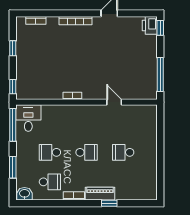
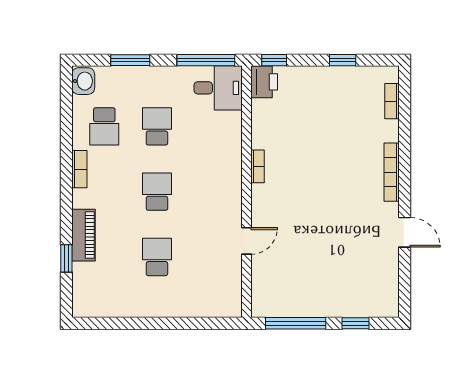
printer: (150, 25) -> (264, 82), moved, turned 90
window: (160, 28) -> (355, 323), moved
school desk: (87, 152) -> (157, 192), turned 180
piano: (100, 194) -> (83, 235), moved
window: (109, 203) -> (66, 258), moved

